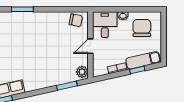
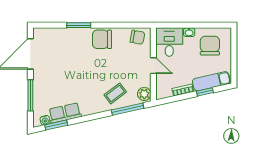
chair: (44, 22) -> (102, 39), added
door: (90, 46) -> (153, 66), swing flipped
coffee table: (56, 71) -> (115, 93), added
window: (67, 86) -> (128, 109), width x1.44

